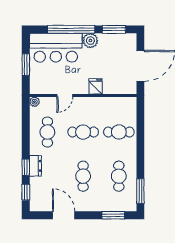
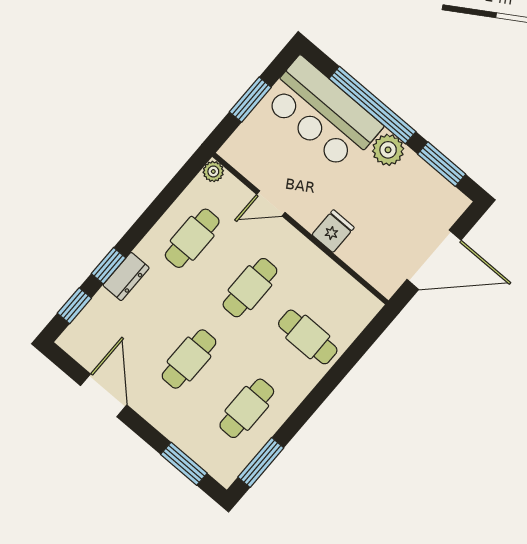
cafe table: (83, 132) -> (250, 288), turned 90

